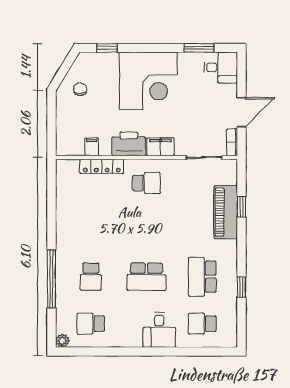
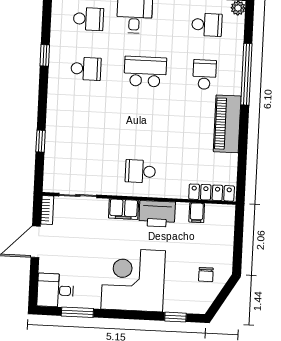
locker: (102, 166) -> (212, 193), moved
piano: (226, 212) -> (227, 124), moved, turned 180
school desk: (202, 277) -> (86, 69), width x0.54

